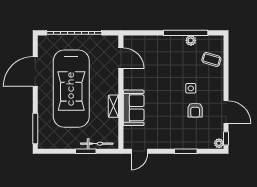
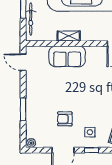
side table: (191, 88) -> (90, 132), moved
window: (226, 138) -> (91, 150), moved

